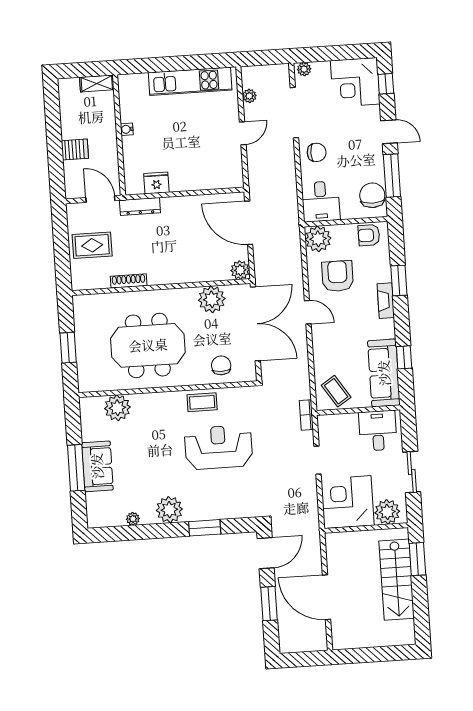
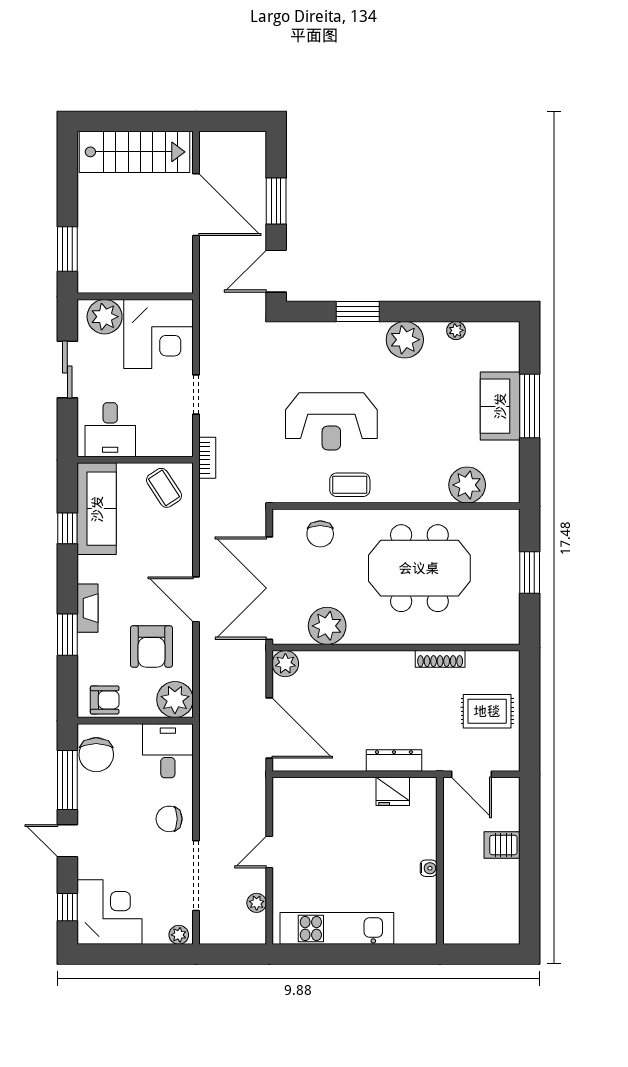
shelving: (97, 83) -> (466, 934), removed
dresser: (140, 206) -> (394, 761), moved
door: (308, 312) -> (196, 599), width x1.38
stairs: (397, 580) -> (134, 152), moved, turned 90

